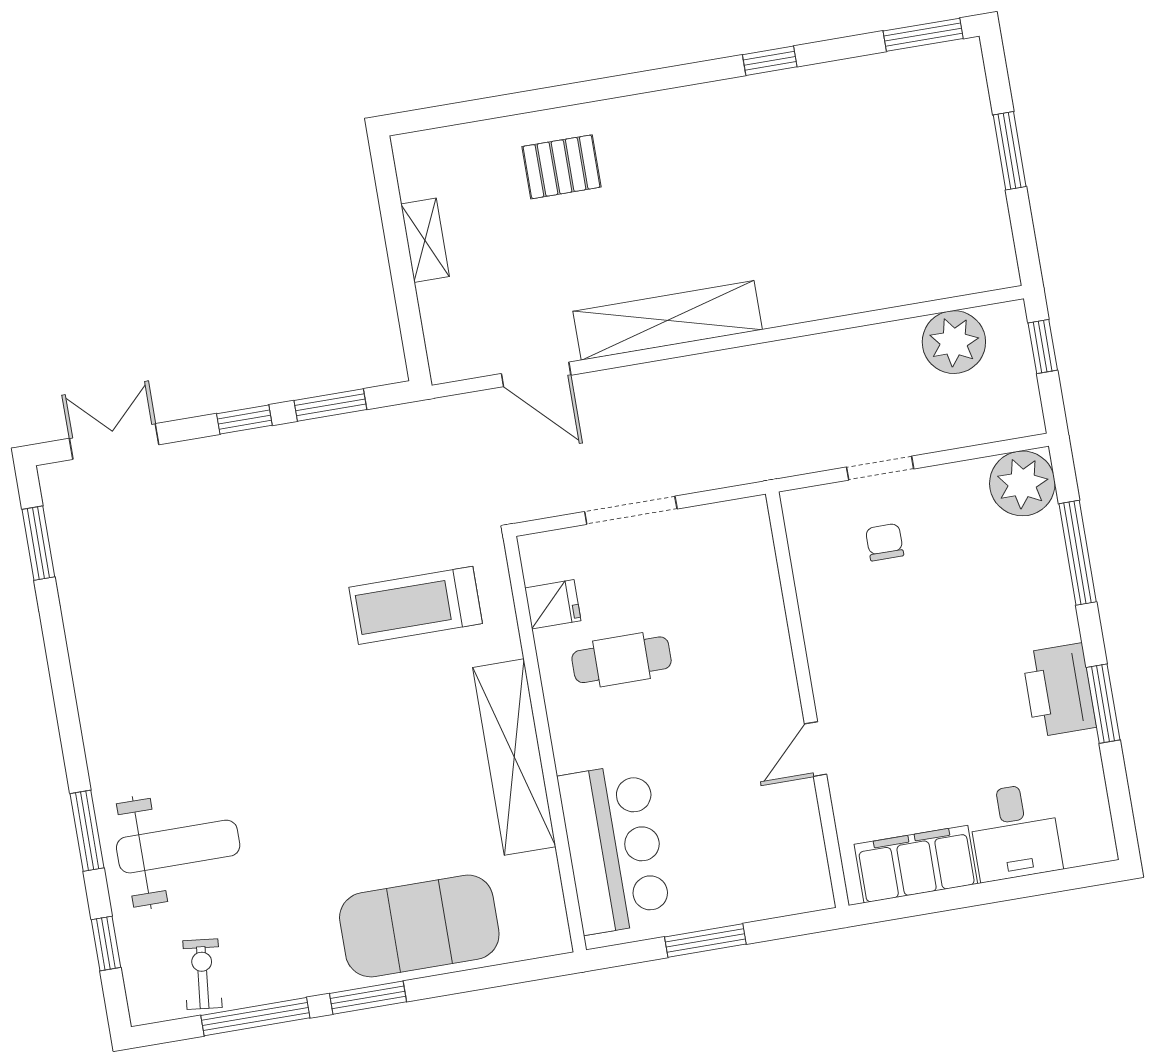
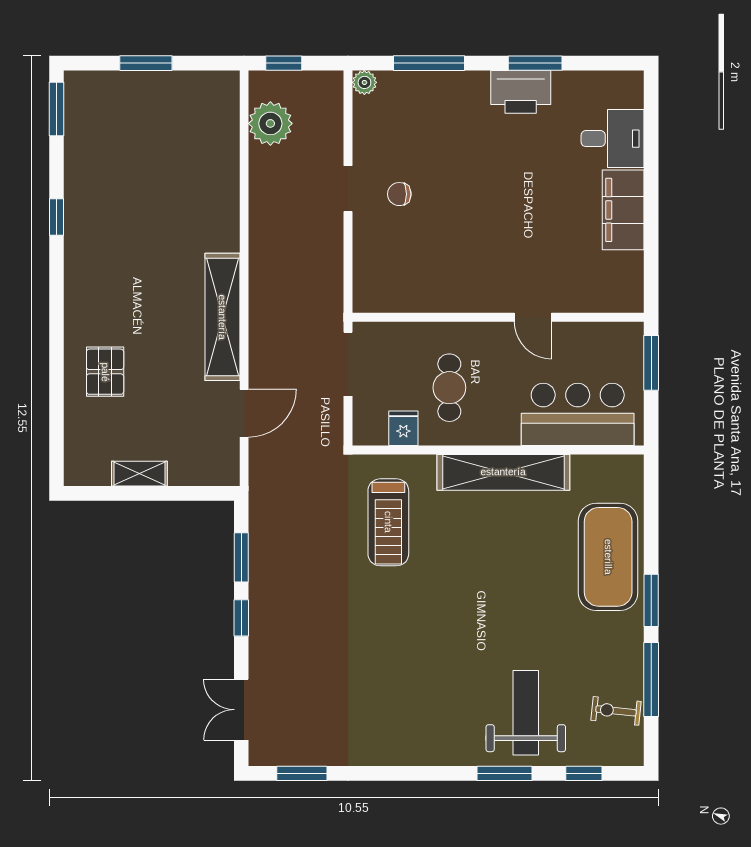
plant: (1022, 483) -> (364, 82), width x0.53, depth x0.53
wall: (807, 700) -> (498, 317), moved
door: (816, 749) -> (533, 317), moved

